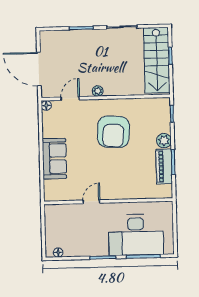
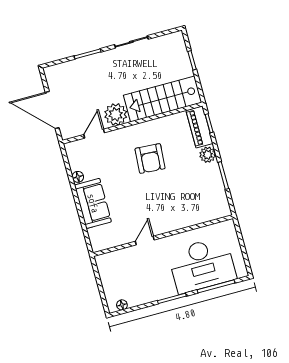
stairs: (157, 60) -> (163, 99), moved, turned 90
plant: (98, 91) -> (116, 114), width x1.88, depth x1.88
floor lamp: (46, 105) -> (78, 177), moved
armchair: (113, 132) -> (150, 158), width x0.73, depth x0.73
piano: (164, 166) -> (199, 127), moved

